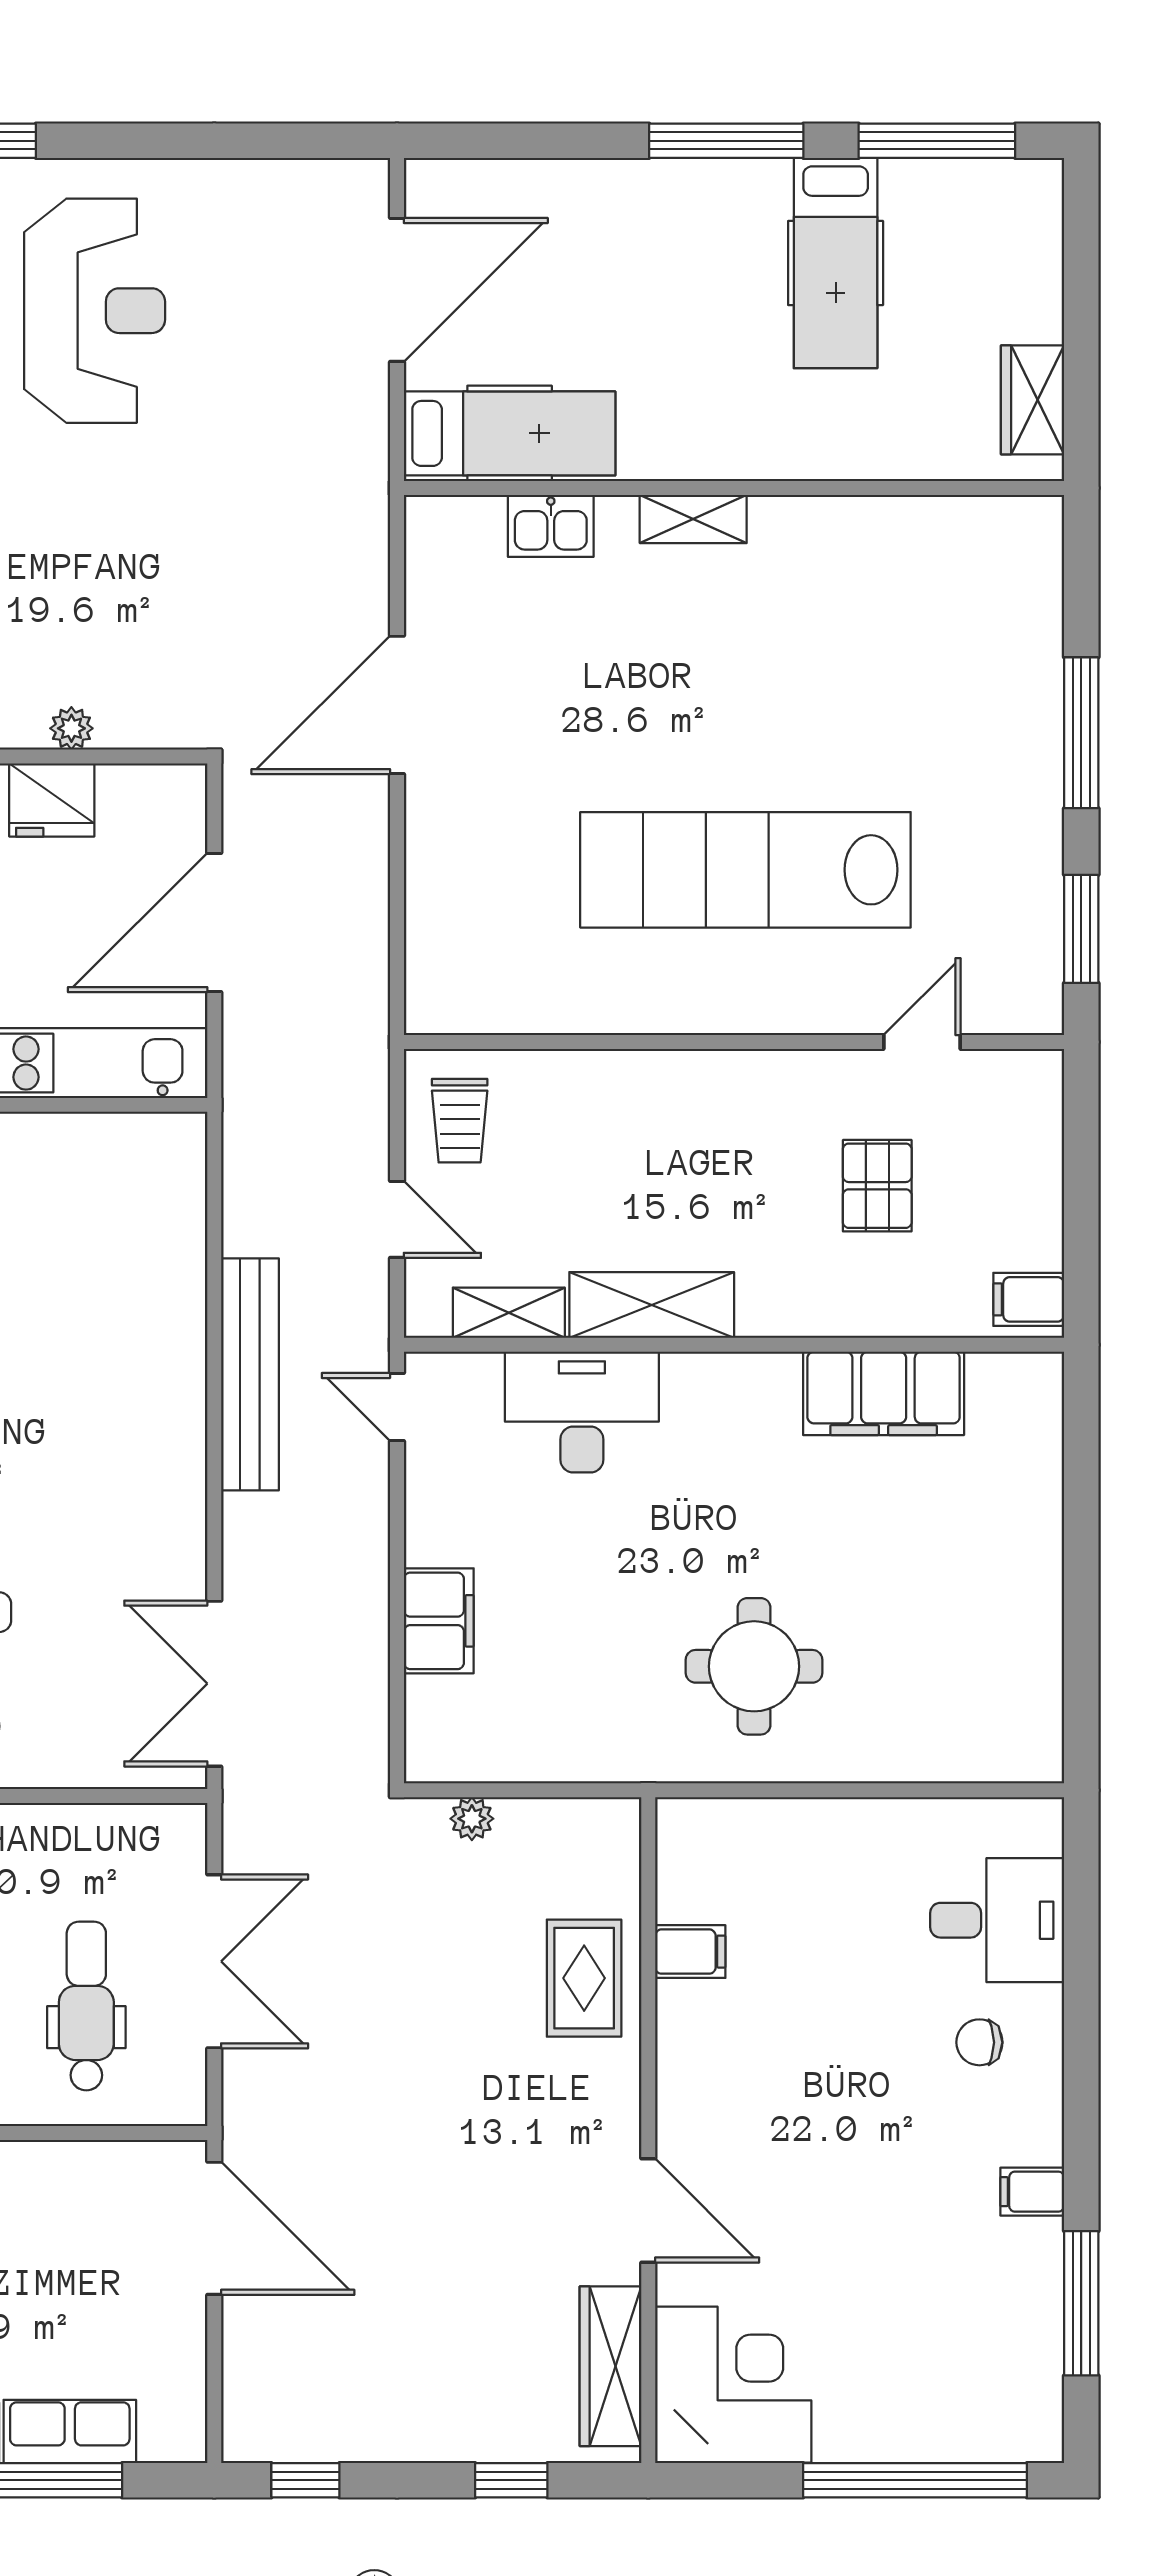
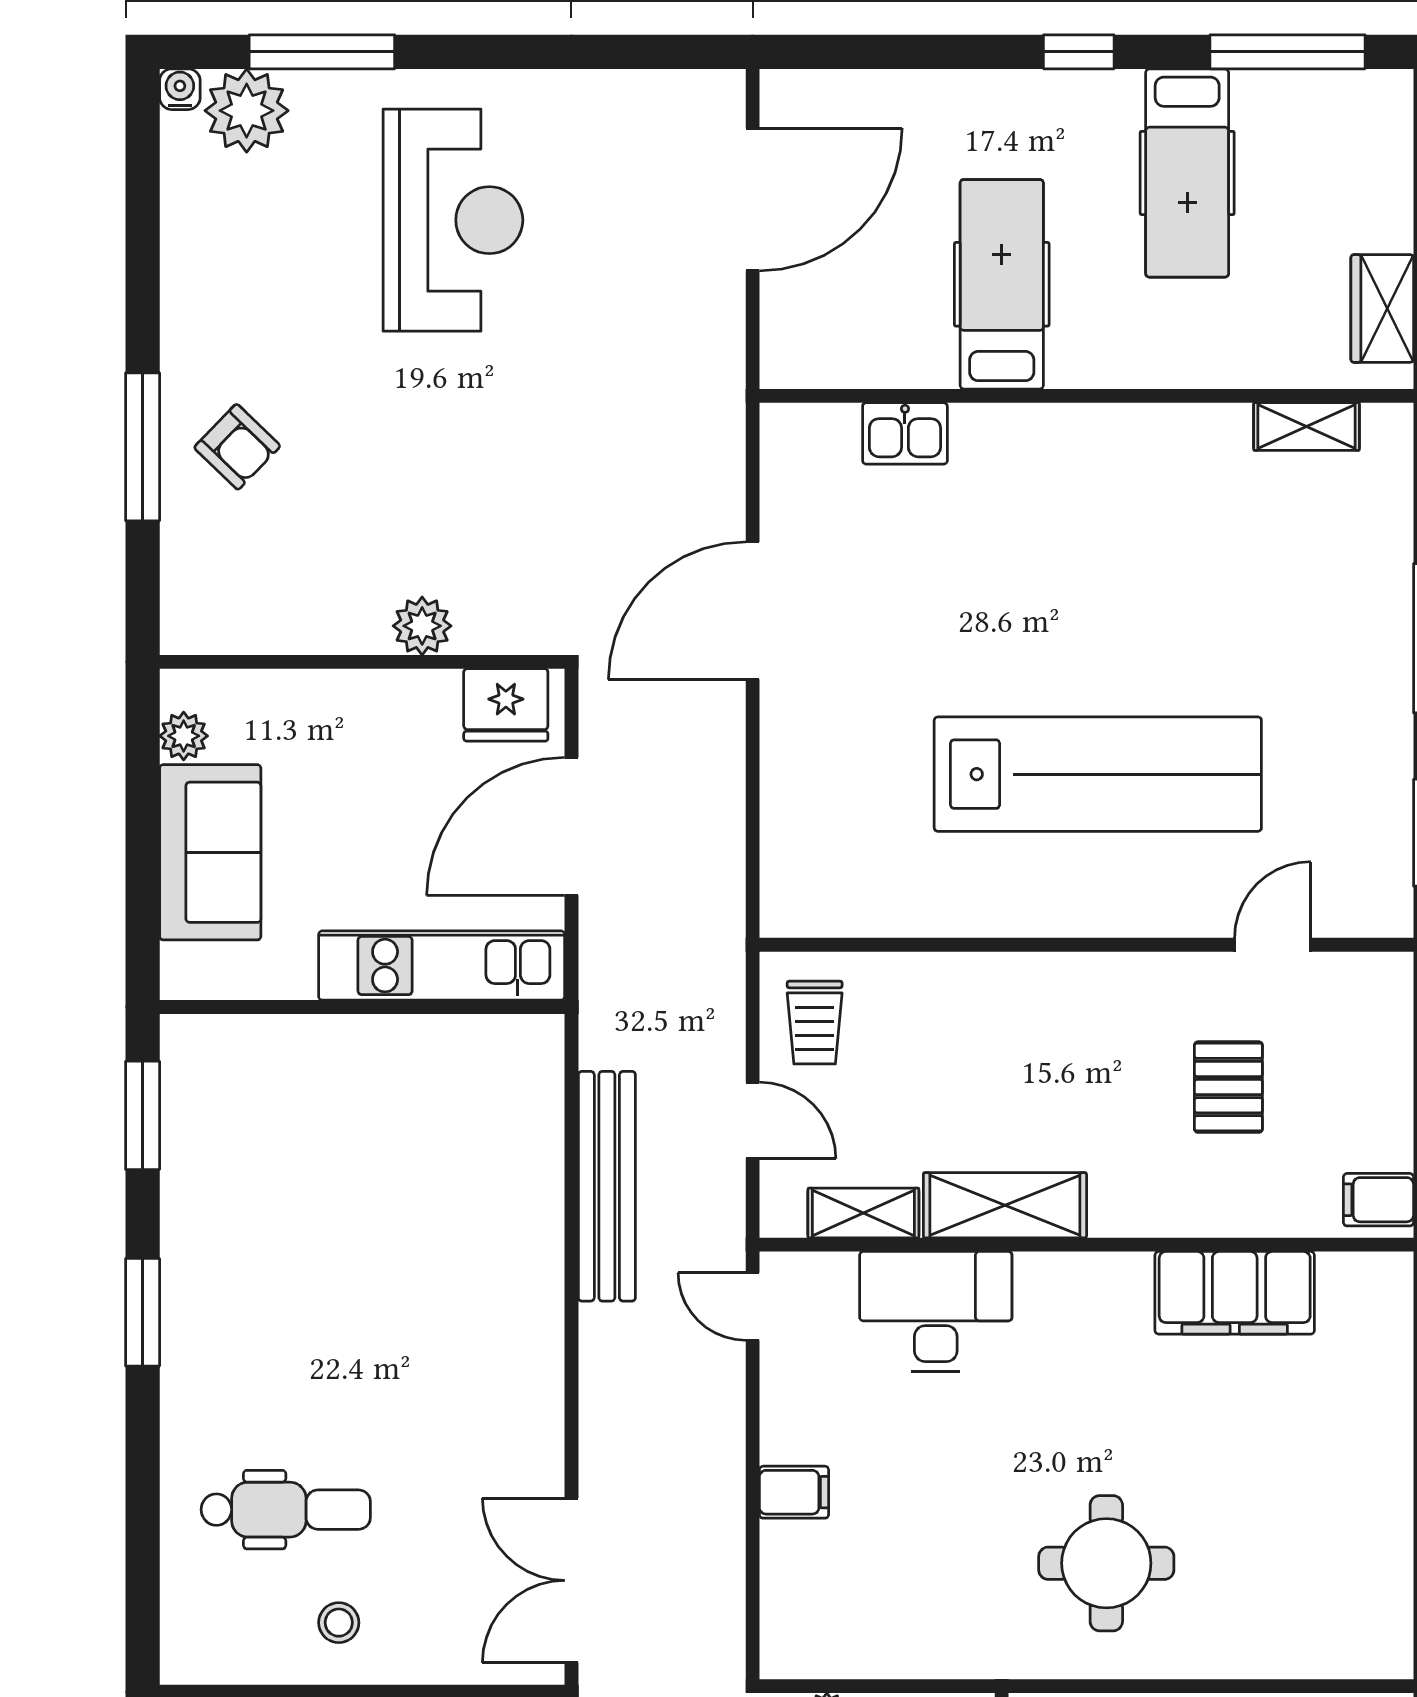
window: (726, 141) -> (1079, 52), width x0.46
hospital bed: (510, 433) -> (1002, 284), moved, turned -90
shelving: (693, 519) -> (1307, 426), moved
plant: (71, 728) -> (422, 626), width x1.38, depth x1.38
fridge: (52, 800) -> (506, 705), moved
lab bench: (745, 870) -> (1098, 774), turned 180
bench: (250, 1374) -> (607, 1186), moved
filing cabinet: (439, 1621) -> (794, 1492), width x0.50

